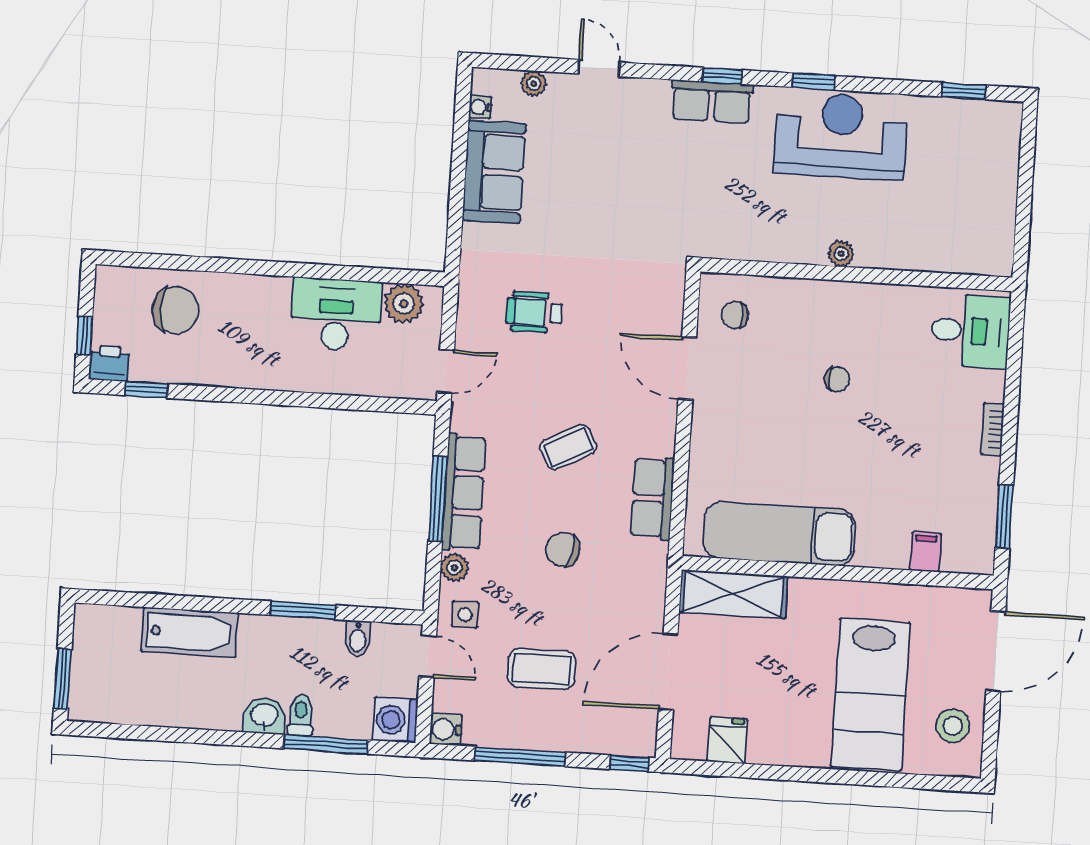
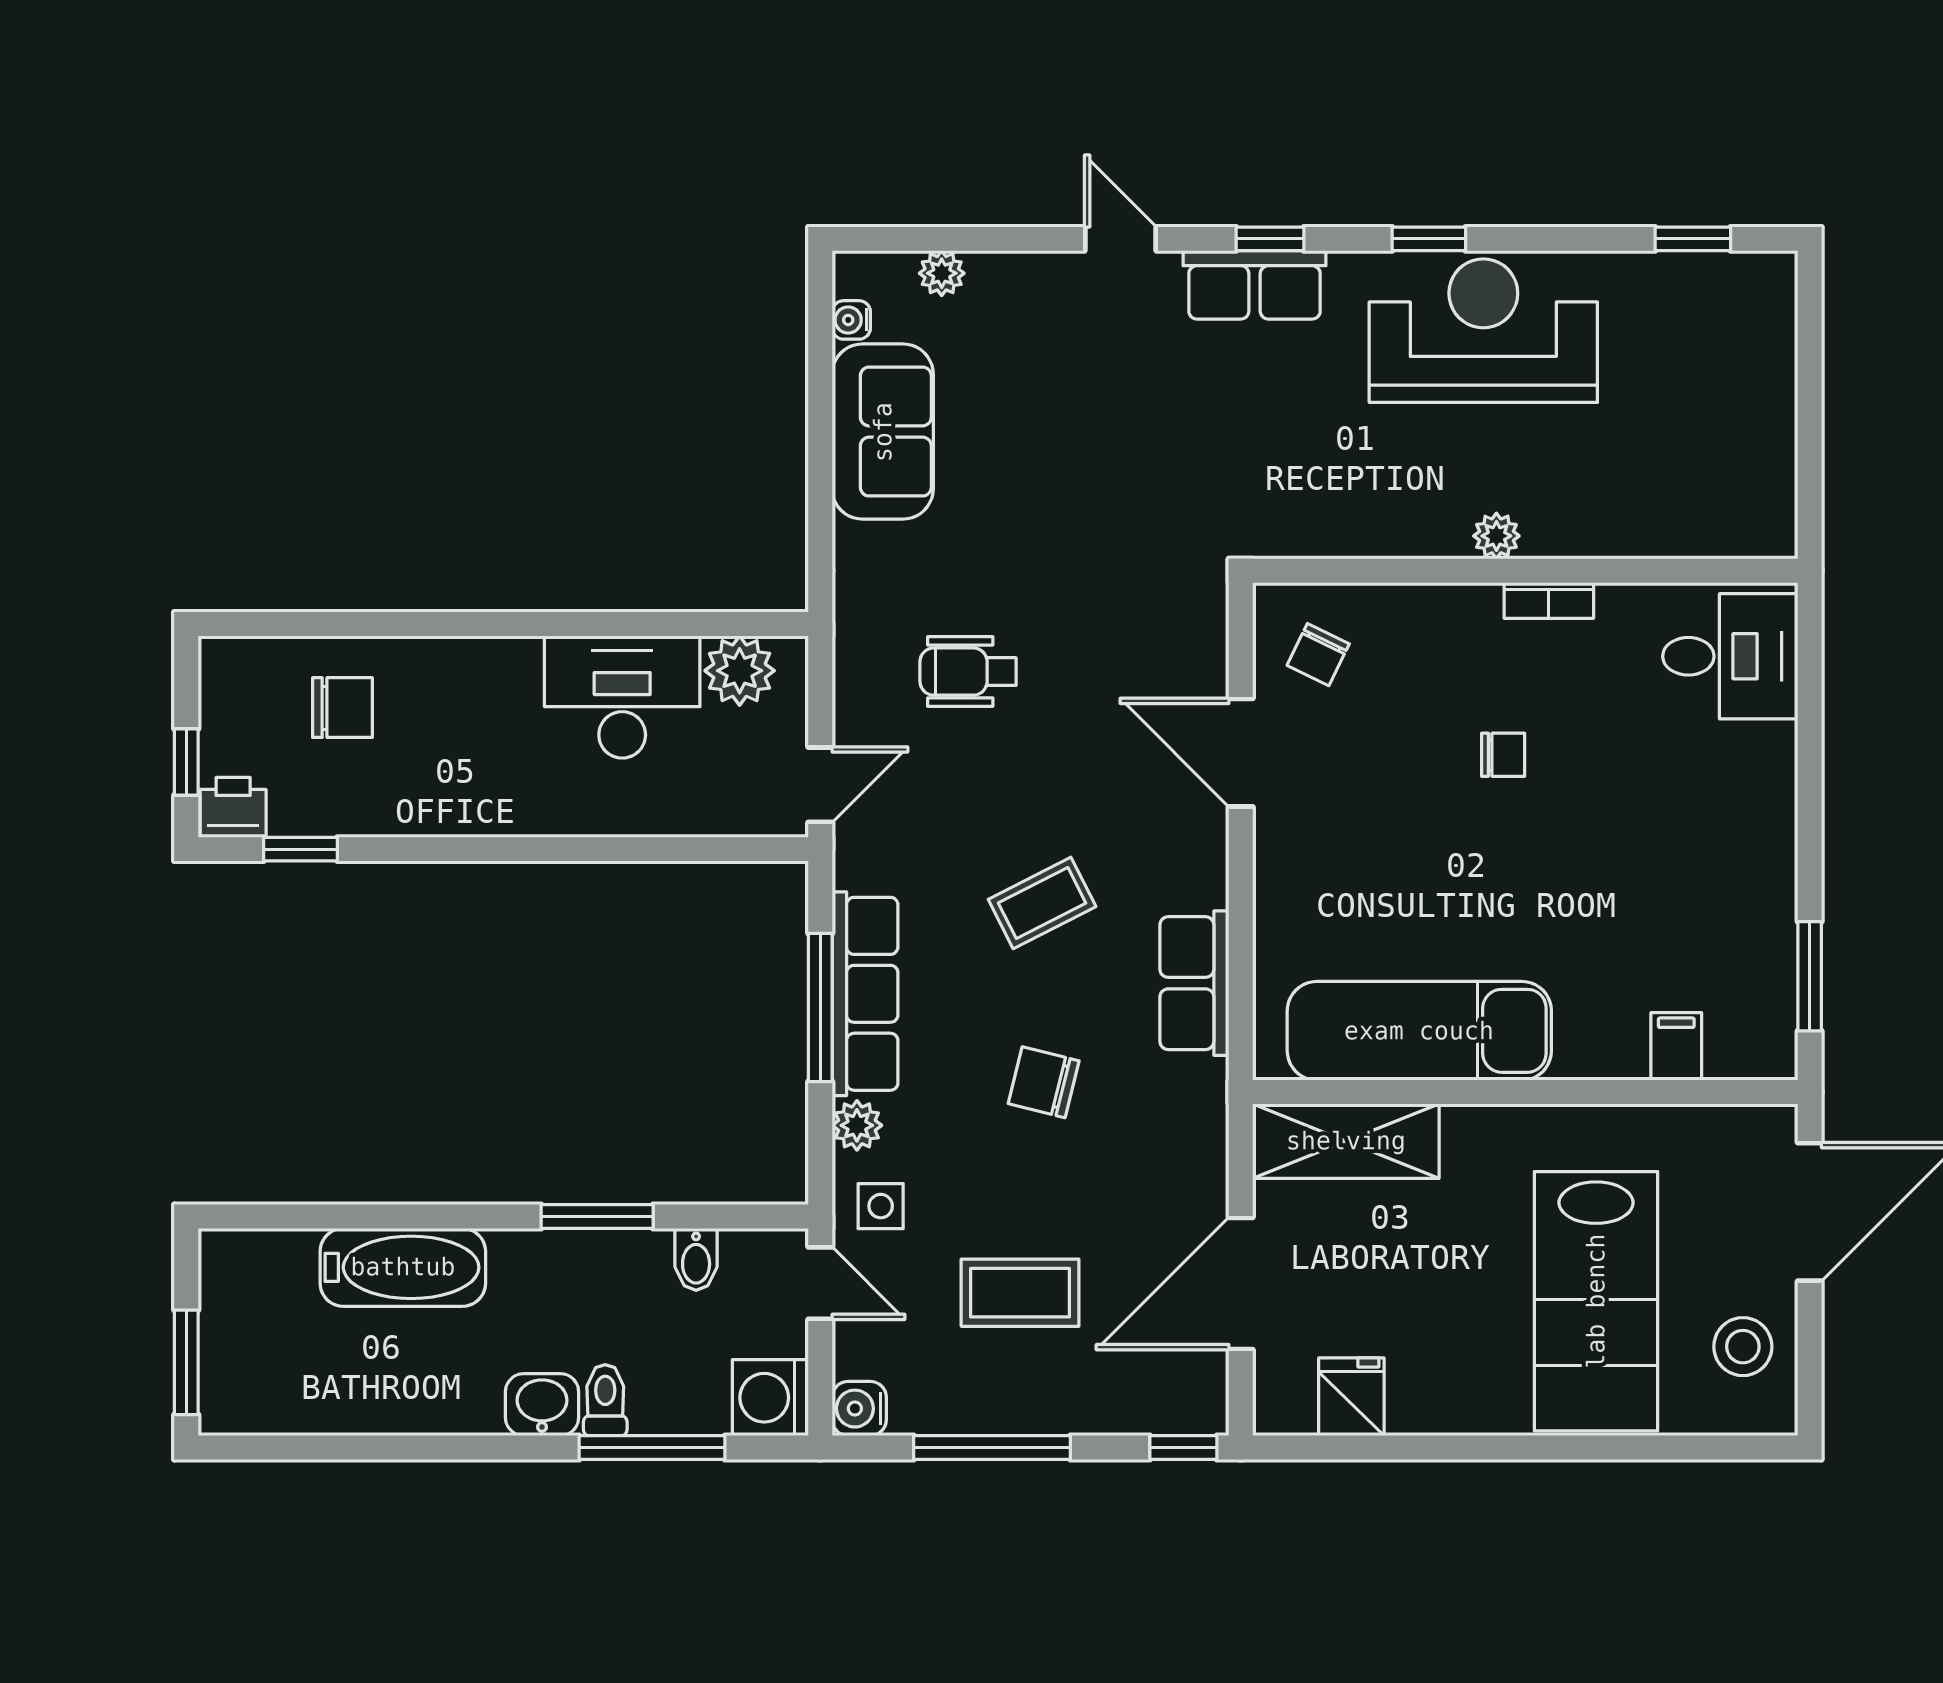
door: (599, 68) -> (1121, 239), moved
chair: (176, 310) -> (342, 708), width x0.73, depth x0.73
chair: (735, 315) -> (1318, 655), turned -64
bookcase: (993, 429) -> (1549, 600), moved, turned -90

